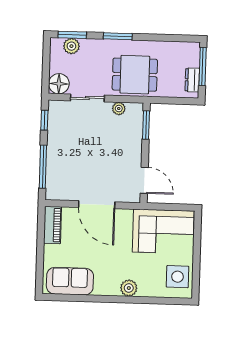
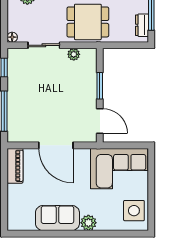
floor lamp: (59, 84) -> (12, 37), width x0.53, depth x0.53
window: (146, 125) -> (100, 86), moved
sofa: (70, 281) -> (57, 218), moved

